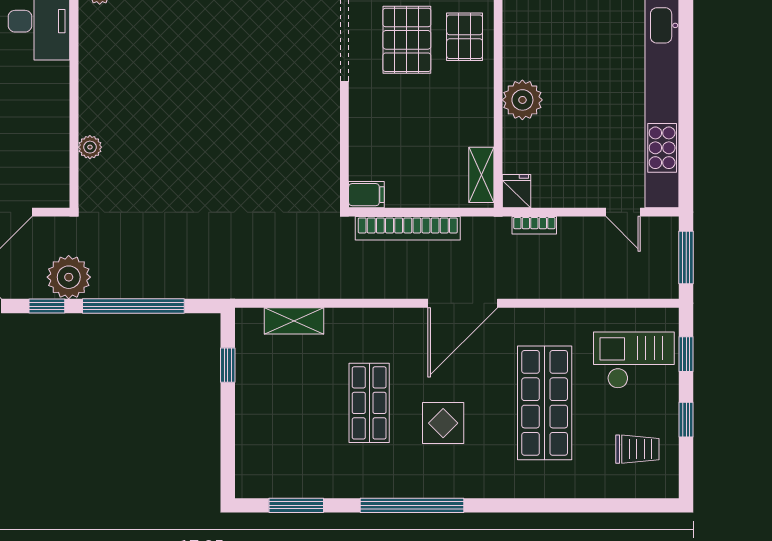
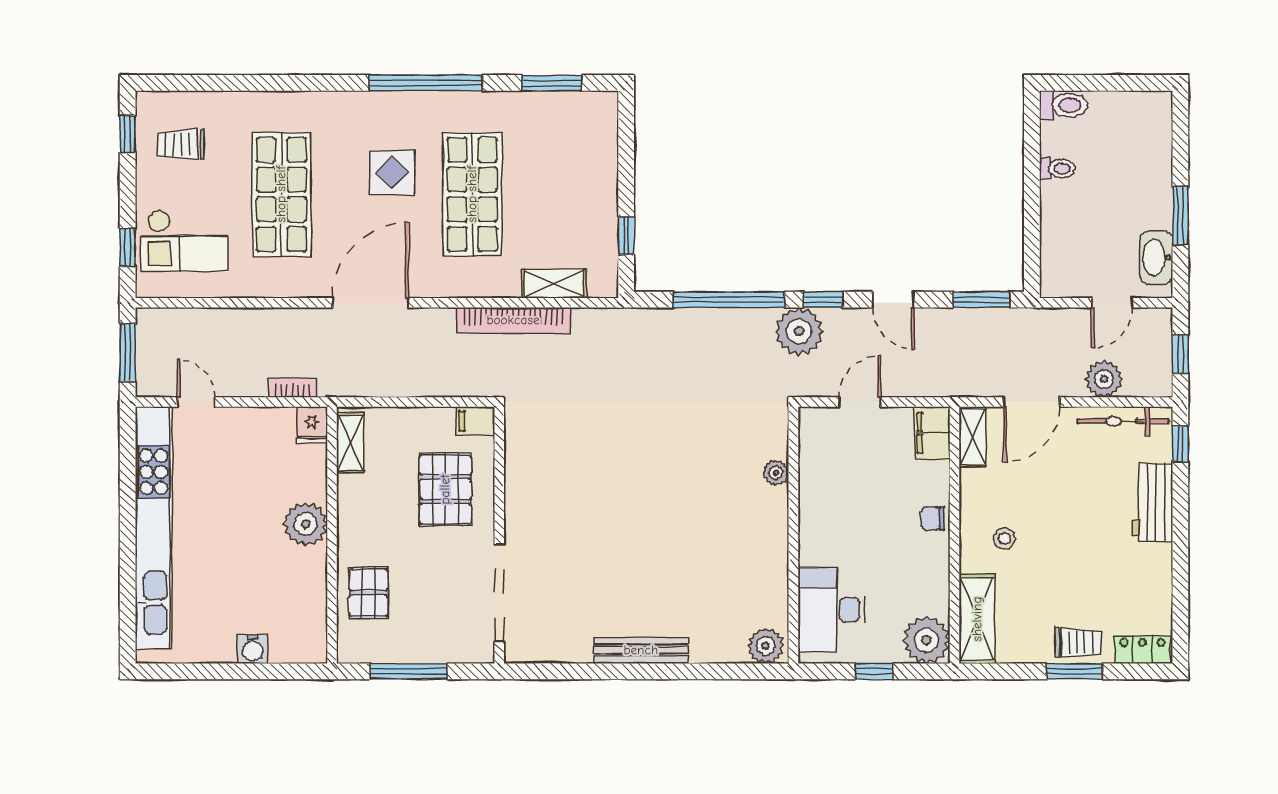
pallet: (407, 40) -> (445, 489), moved
bookcase: (408, 228) -> (513, 320), moved, turned 180
shop shelf: (369, 403) -> (472, 194), width x1.43, depth x1.36
window: (686, 420) -> (128, 134), moved

